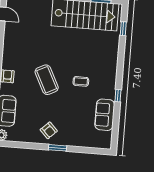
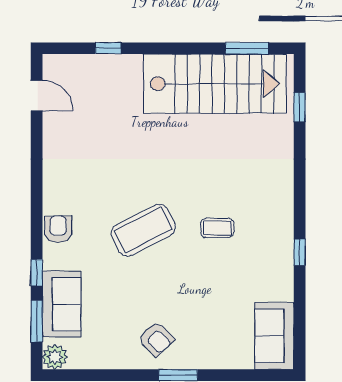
coffee table: (47, 80) -> (143, 230), turned 90
sofa: (105, 115) -> (274, 336), moved

